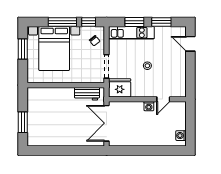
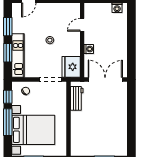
door: (163, 99) -> (82, 25), swing flipped
washing machine: (149, 106) -> (89, 49), moved
double door: (107, 123) -> (105, 79), swing flipped

